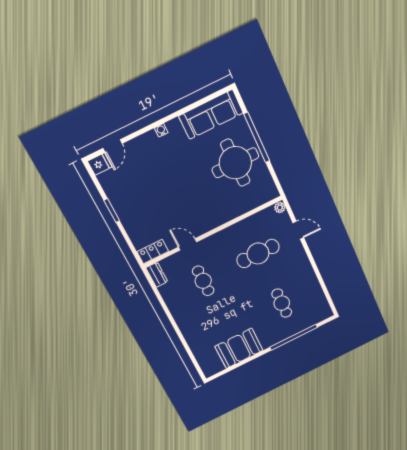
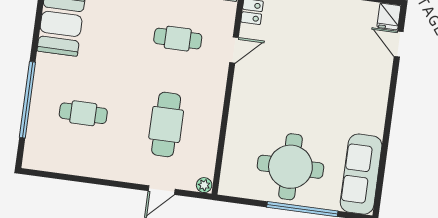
water cooler: (161, 130) -> (380, 108), removed

